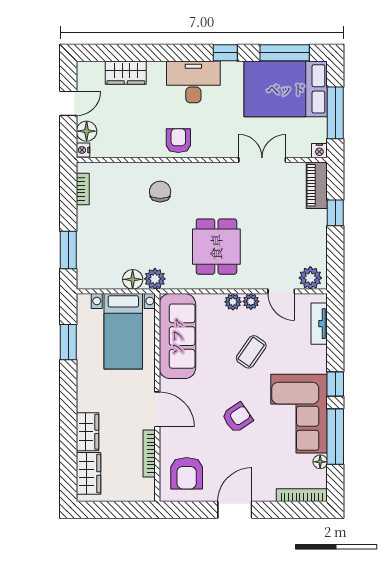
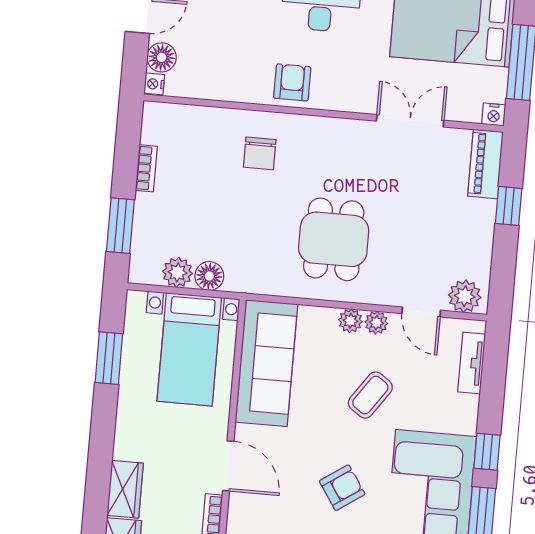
bookcase: (83, 189) -> (146, 168), moved
chair: (160, 192) -> (260, 153), turned 180
plant: (155, 279) -> (178, 272), moved

